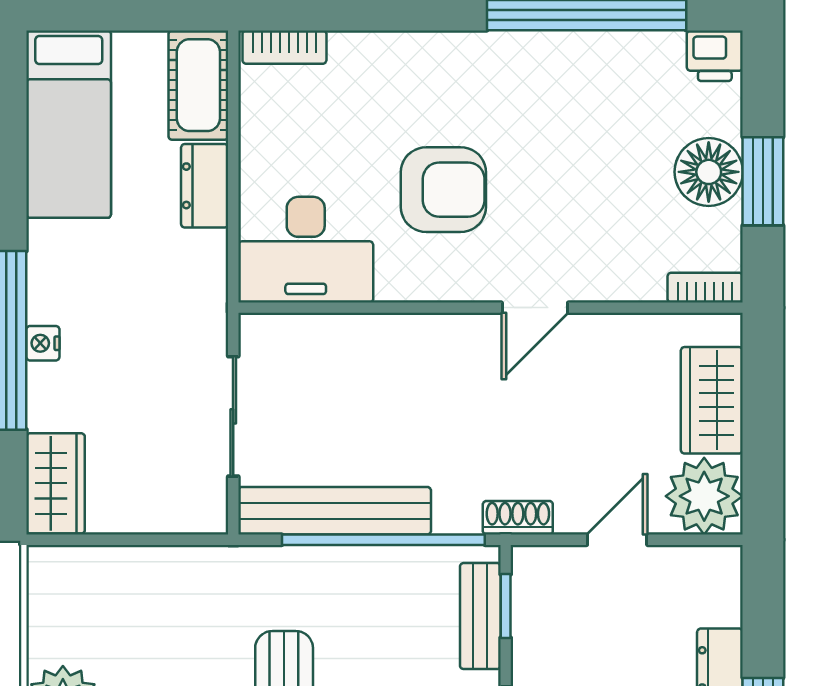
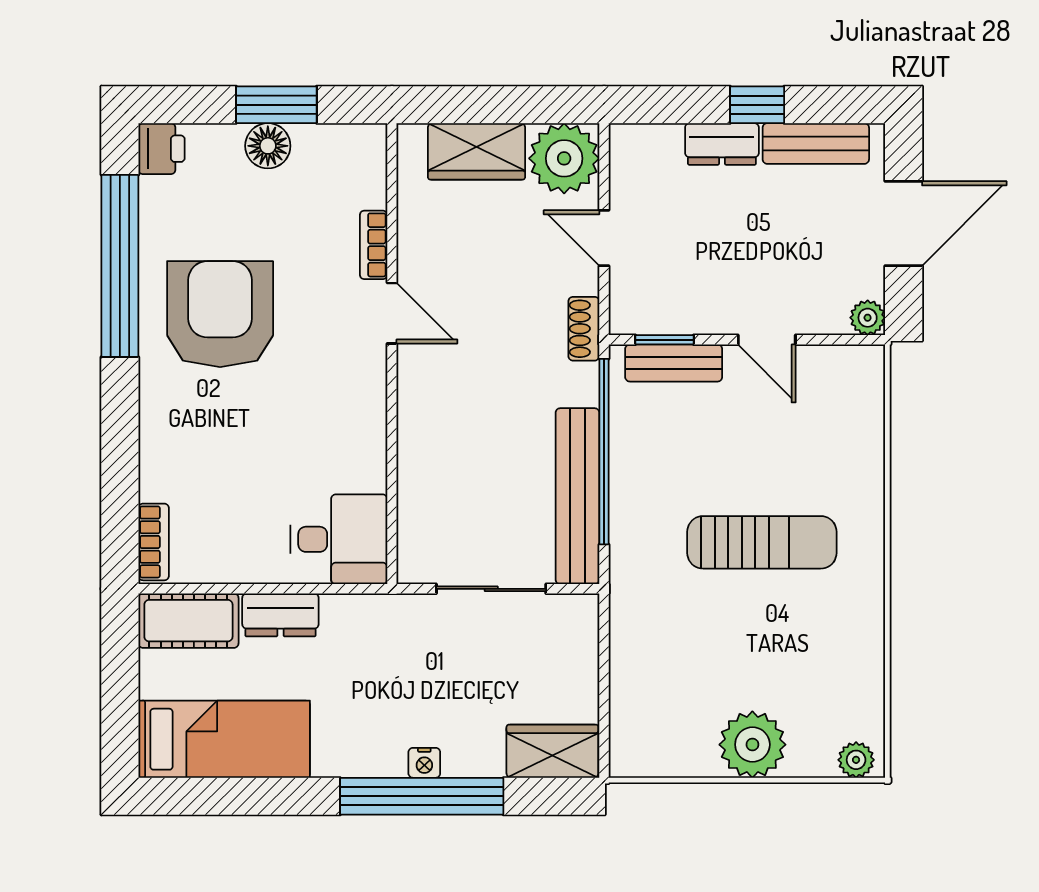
floor lamp: (709, 172) -> (268, 146), width x0.73, depth x0.73
armchair: (443, 190) -> (220, 314), moved, width x1.36, depth x1.36
desk: (306, 250) -> (339, 539), width x0.73
bookcase: (705, 288) -> (374, 245), moved

